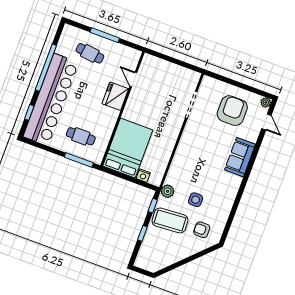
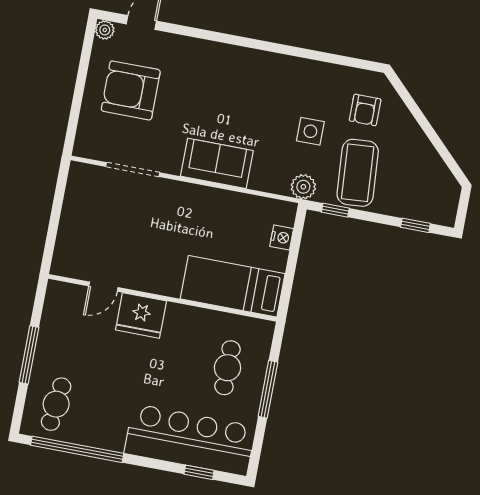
cafe table: (90, 53) -> (56, 404), moved
window: (46, 68) -> (77, 449), moved
bar counter: (51, 99) -> (190, 440), width x0.73
bed: (128, 148) -> (233, 286), width x0.67
sofa: (240, 157) -> (217, 163), moved, turned 180
window: (79, 160) -> (268, 389), moved
window: (142, 233) -> (415, 225), moved

